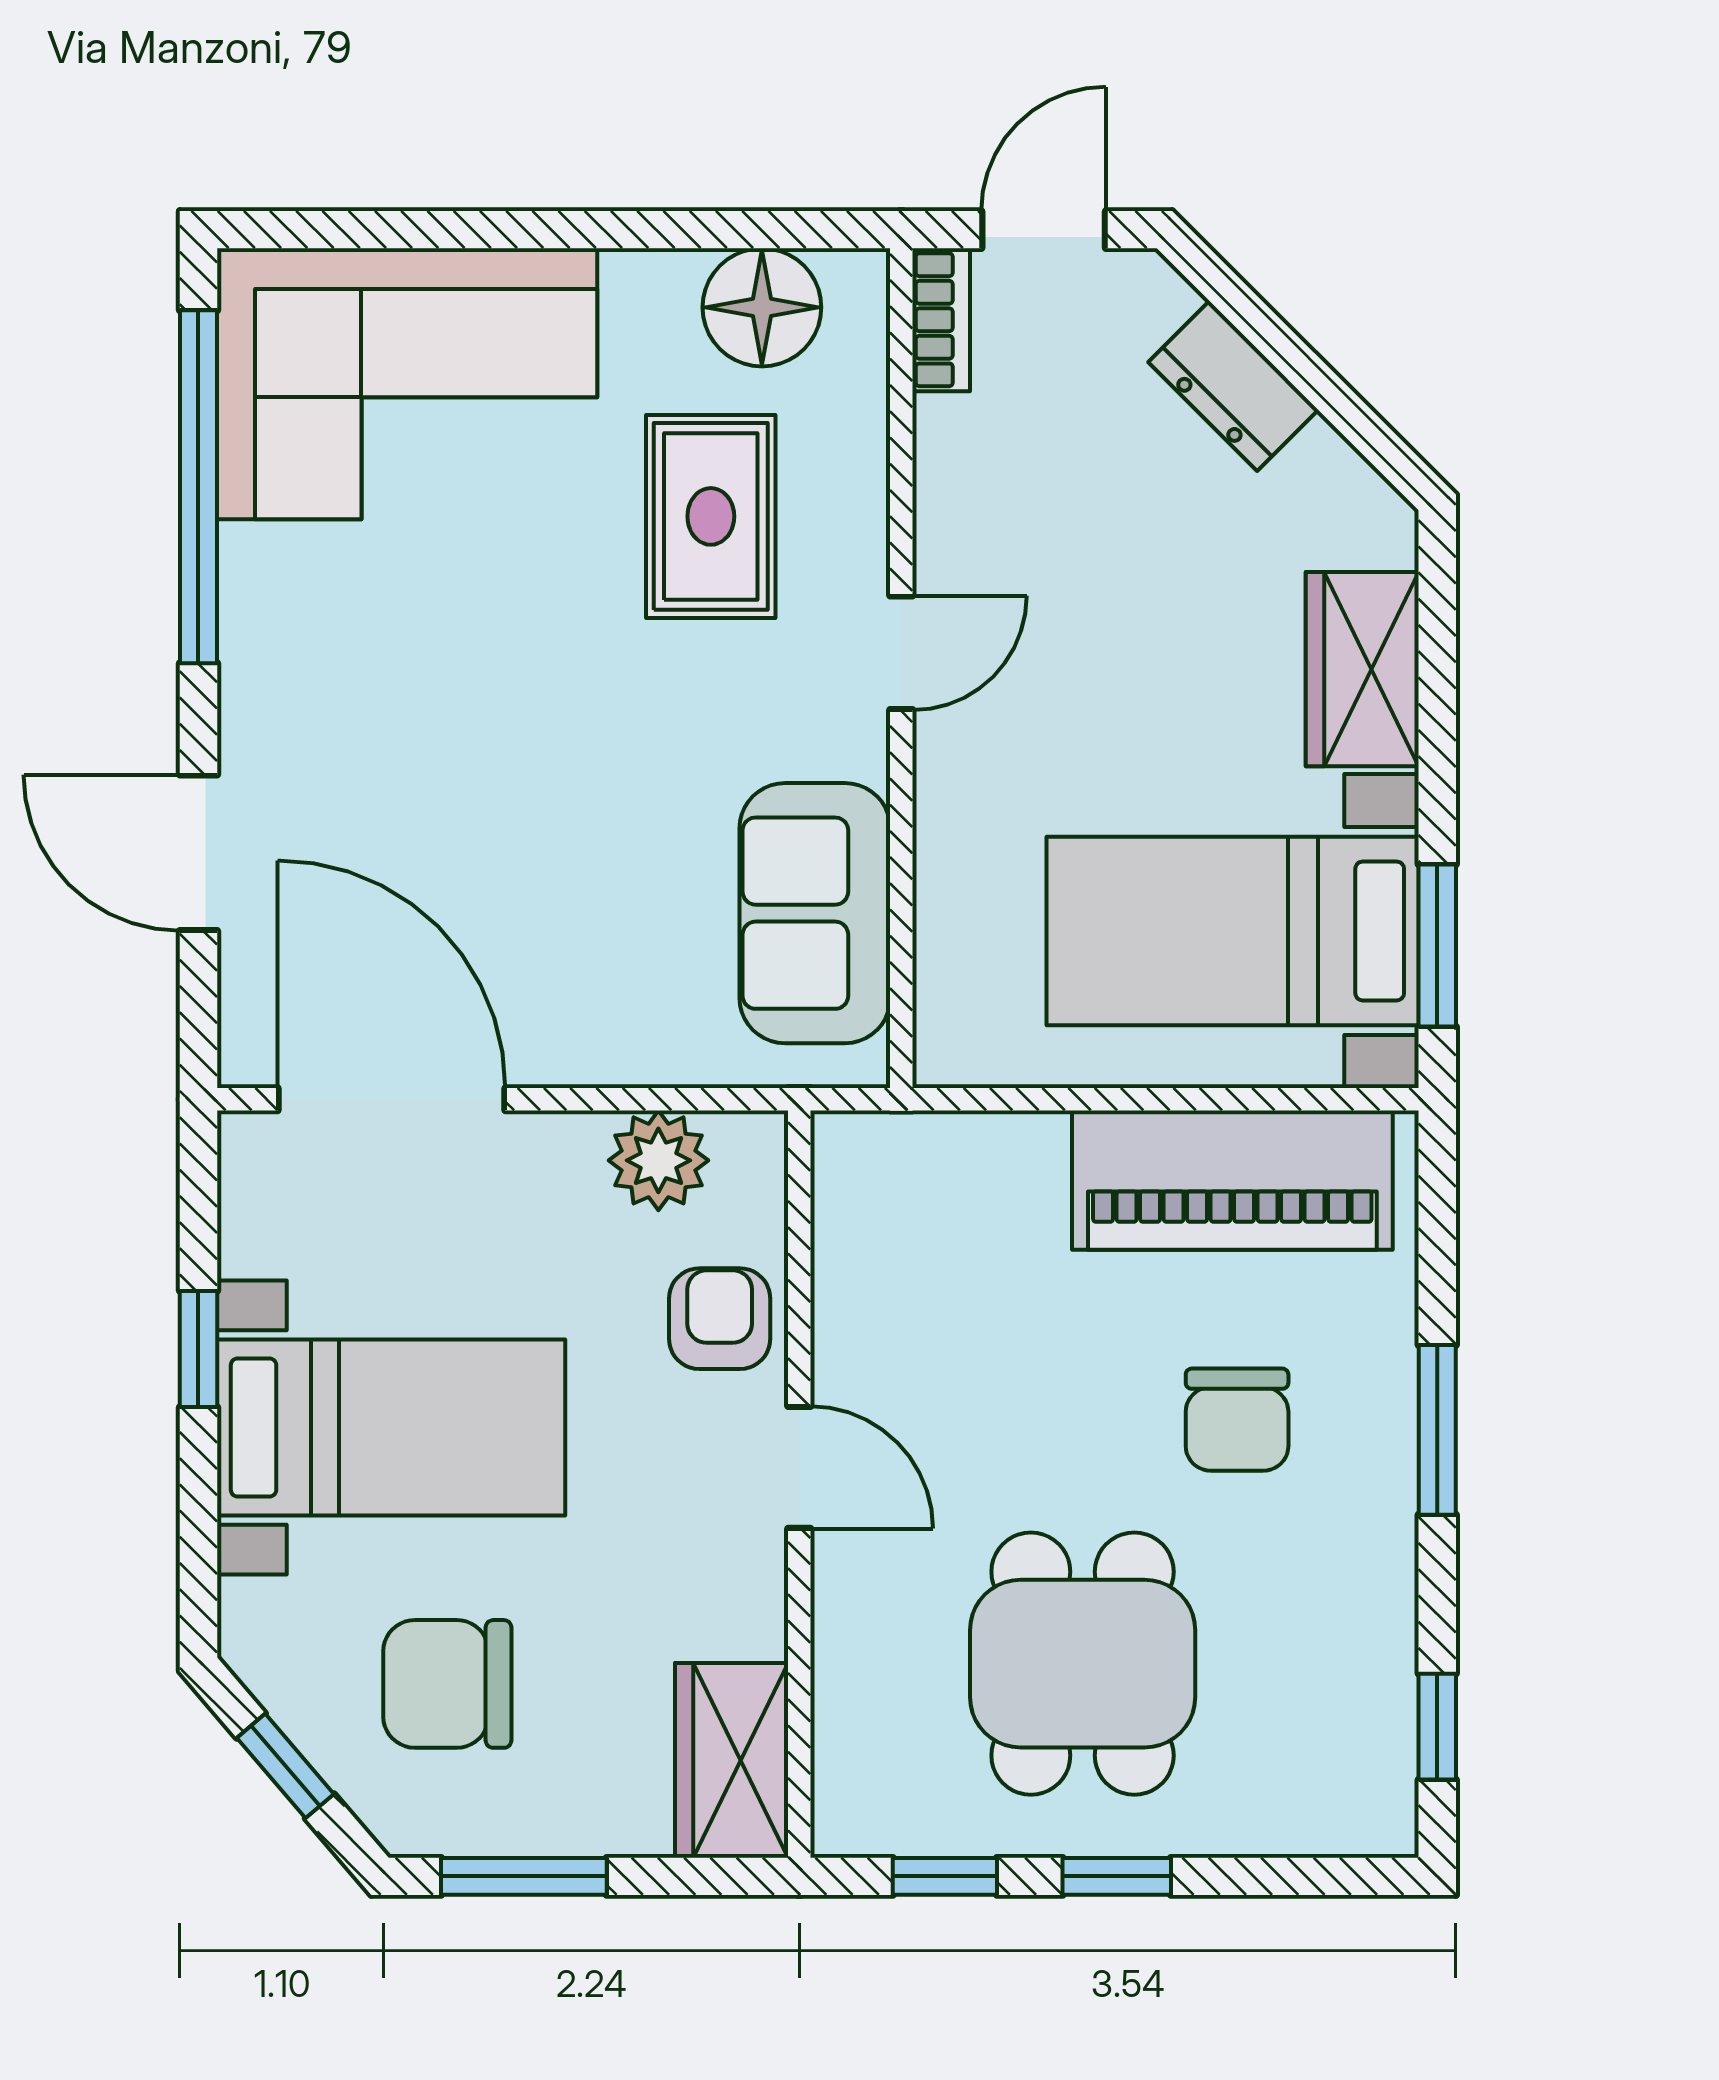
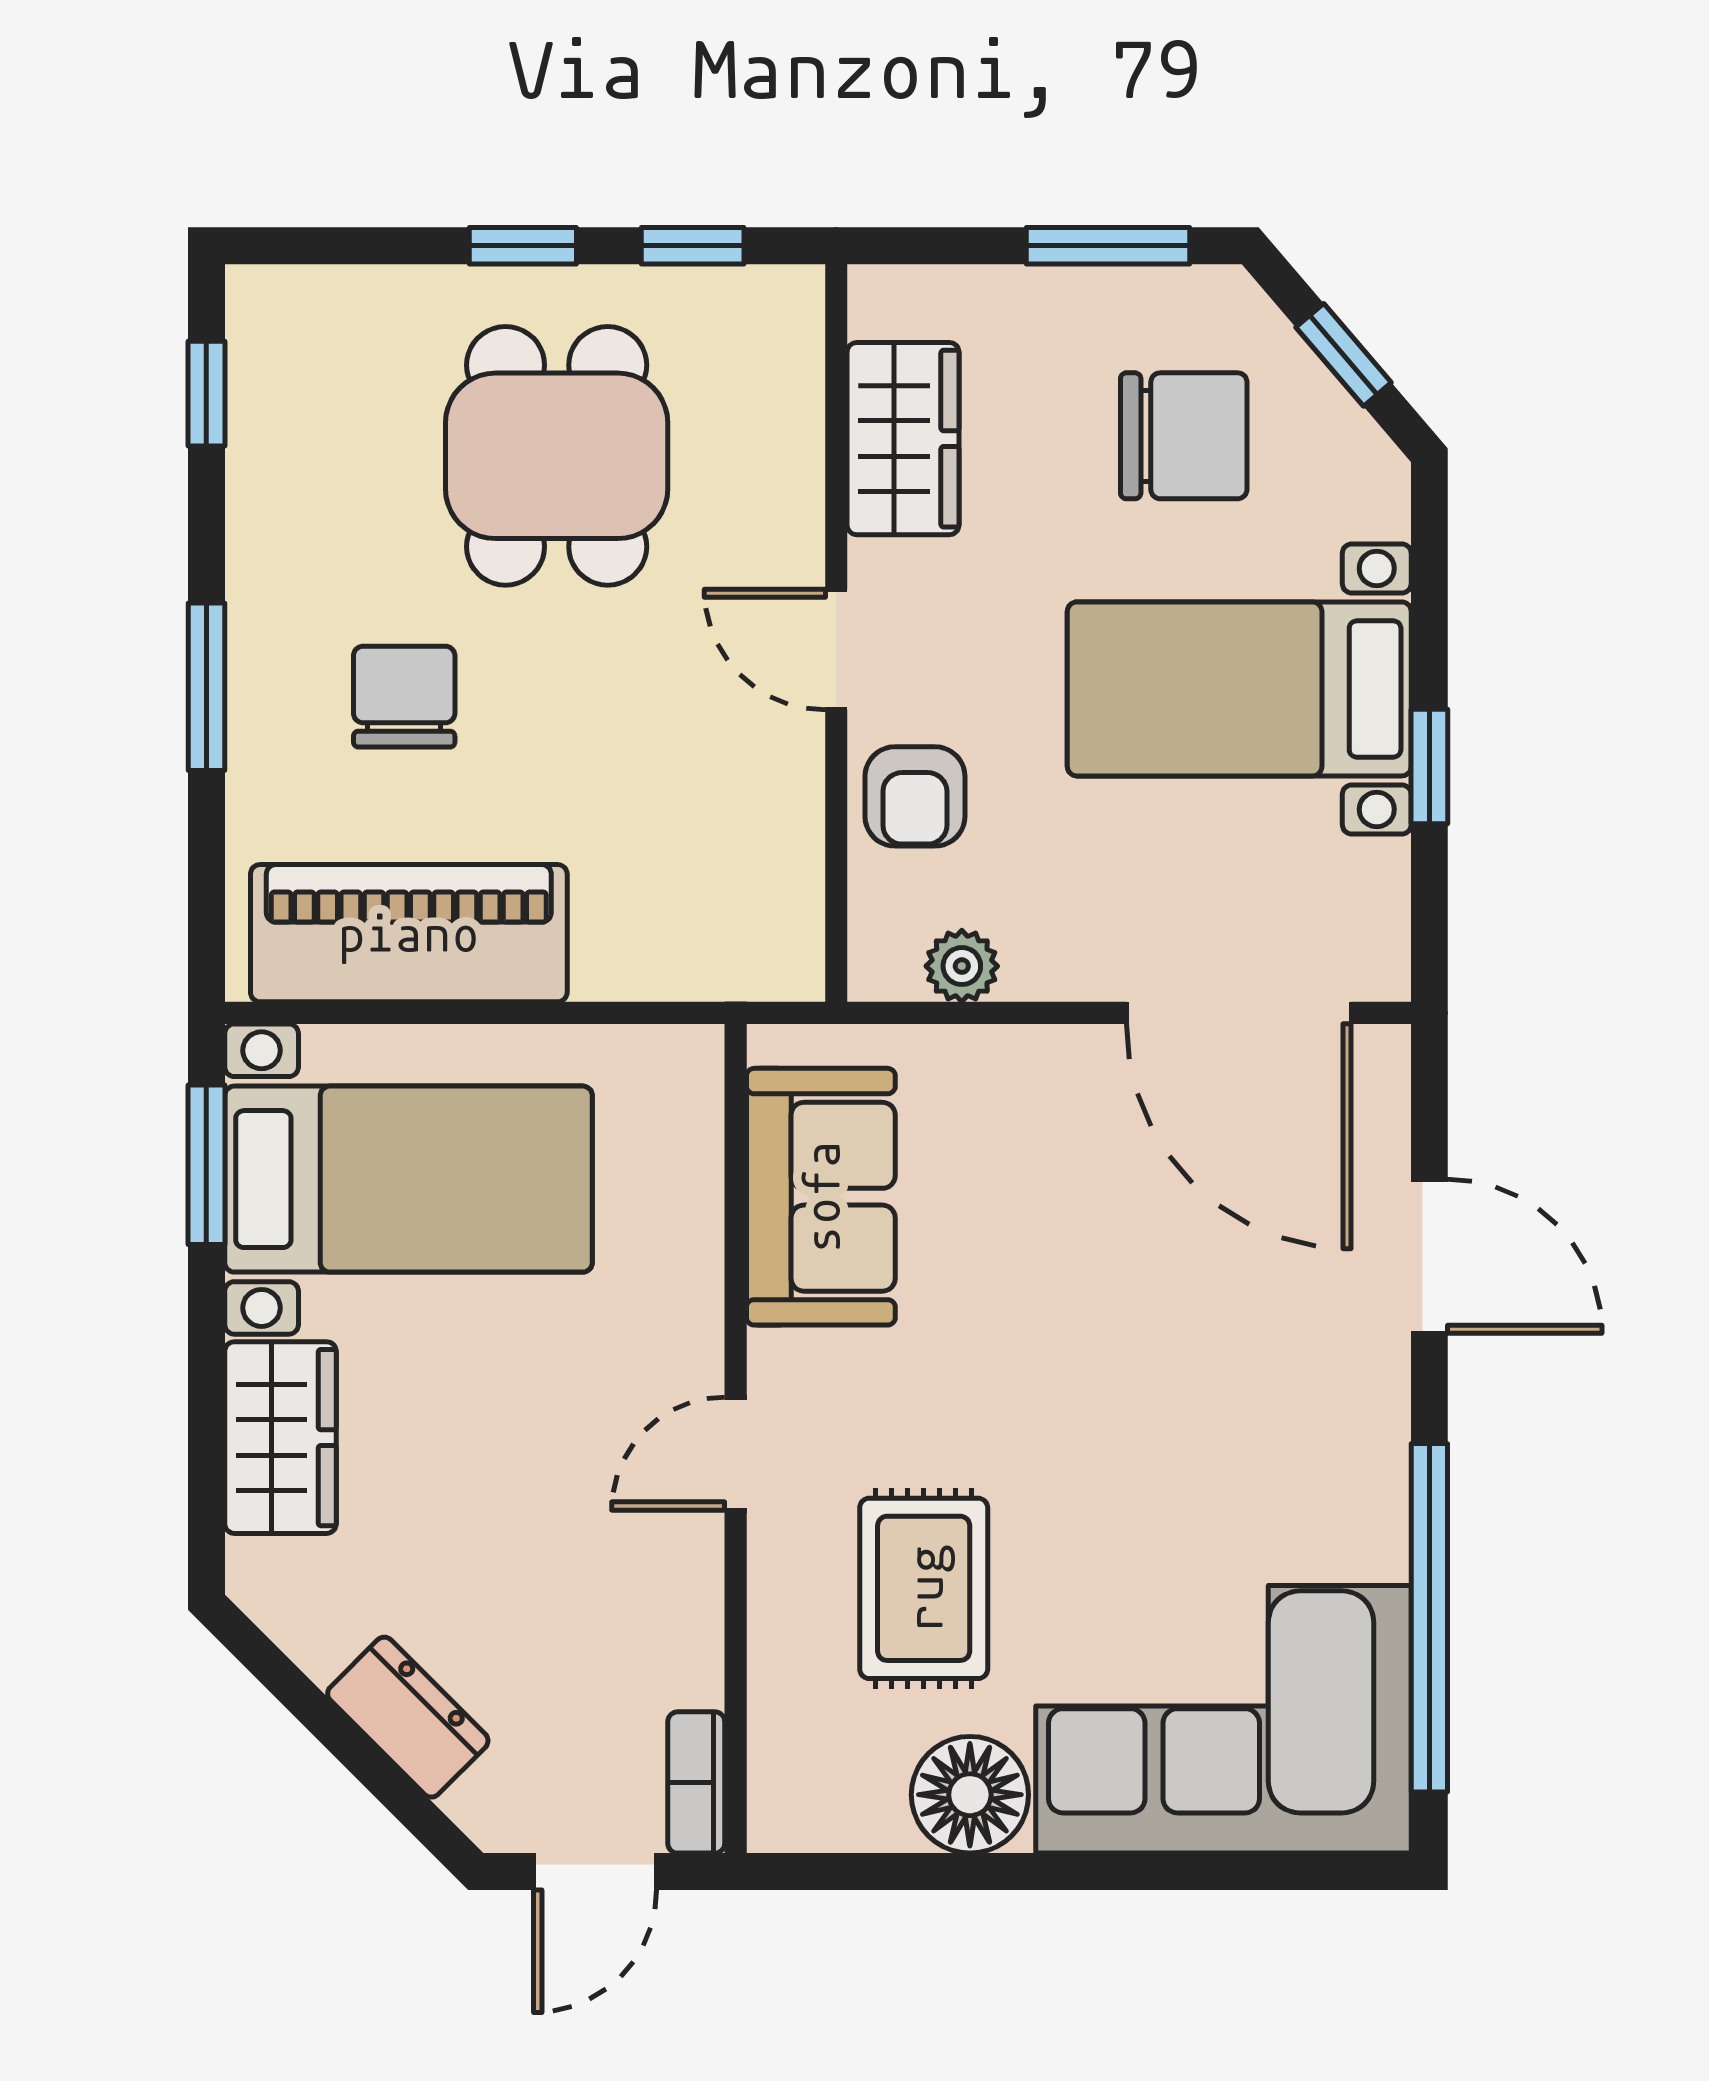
floor lamp: (762, 307) -> (970, 1795), moved
plant: (658, 1160) -> (962, 966), width x0.73, depth x0.73
wardrobe: (732, 1760) -> (903, 439), moved

